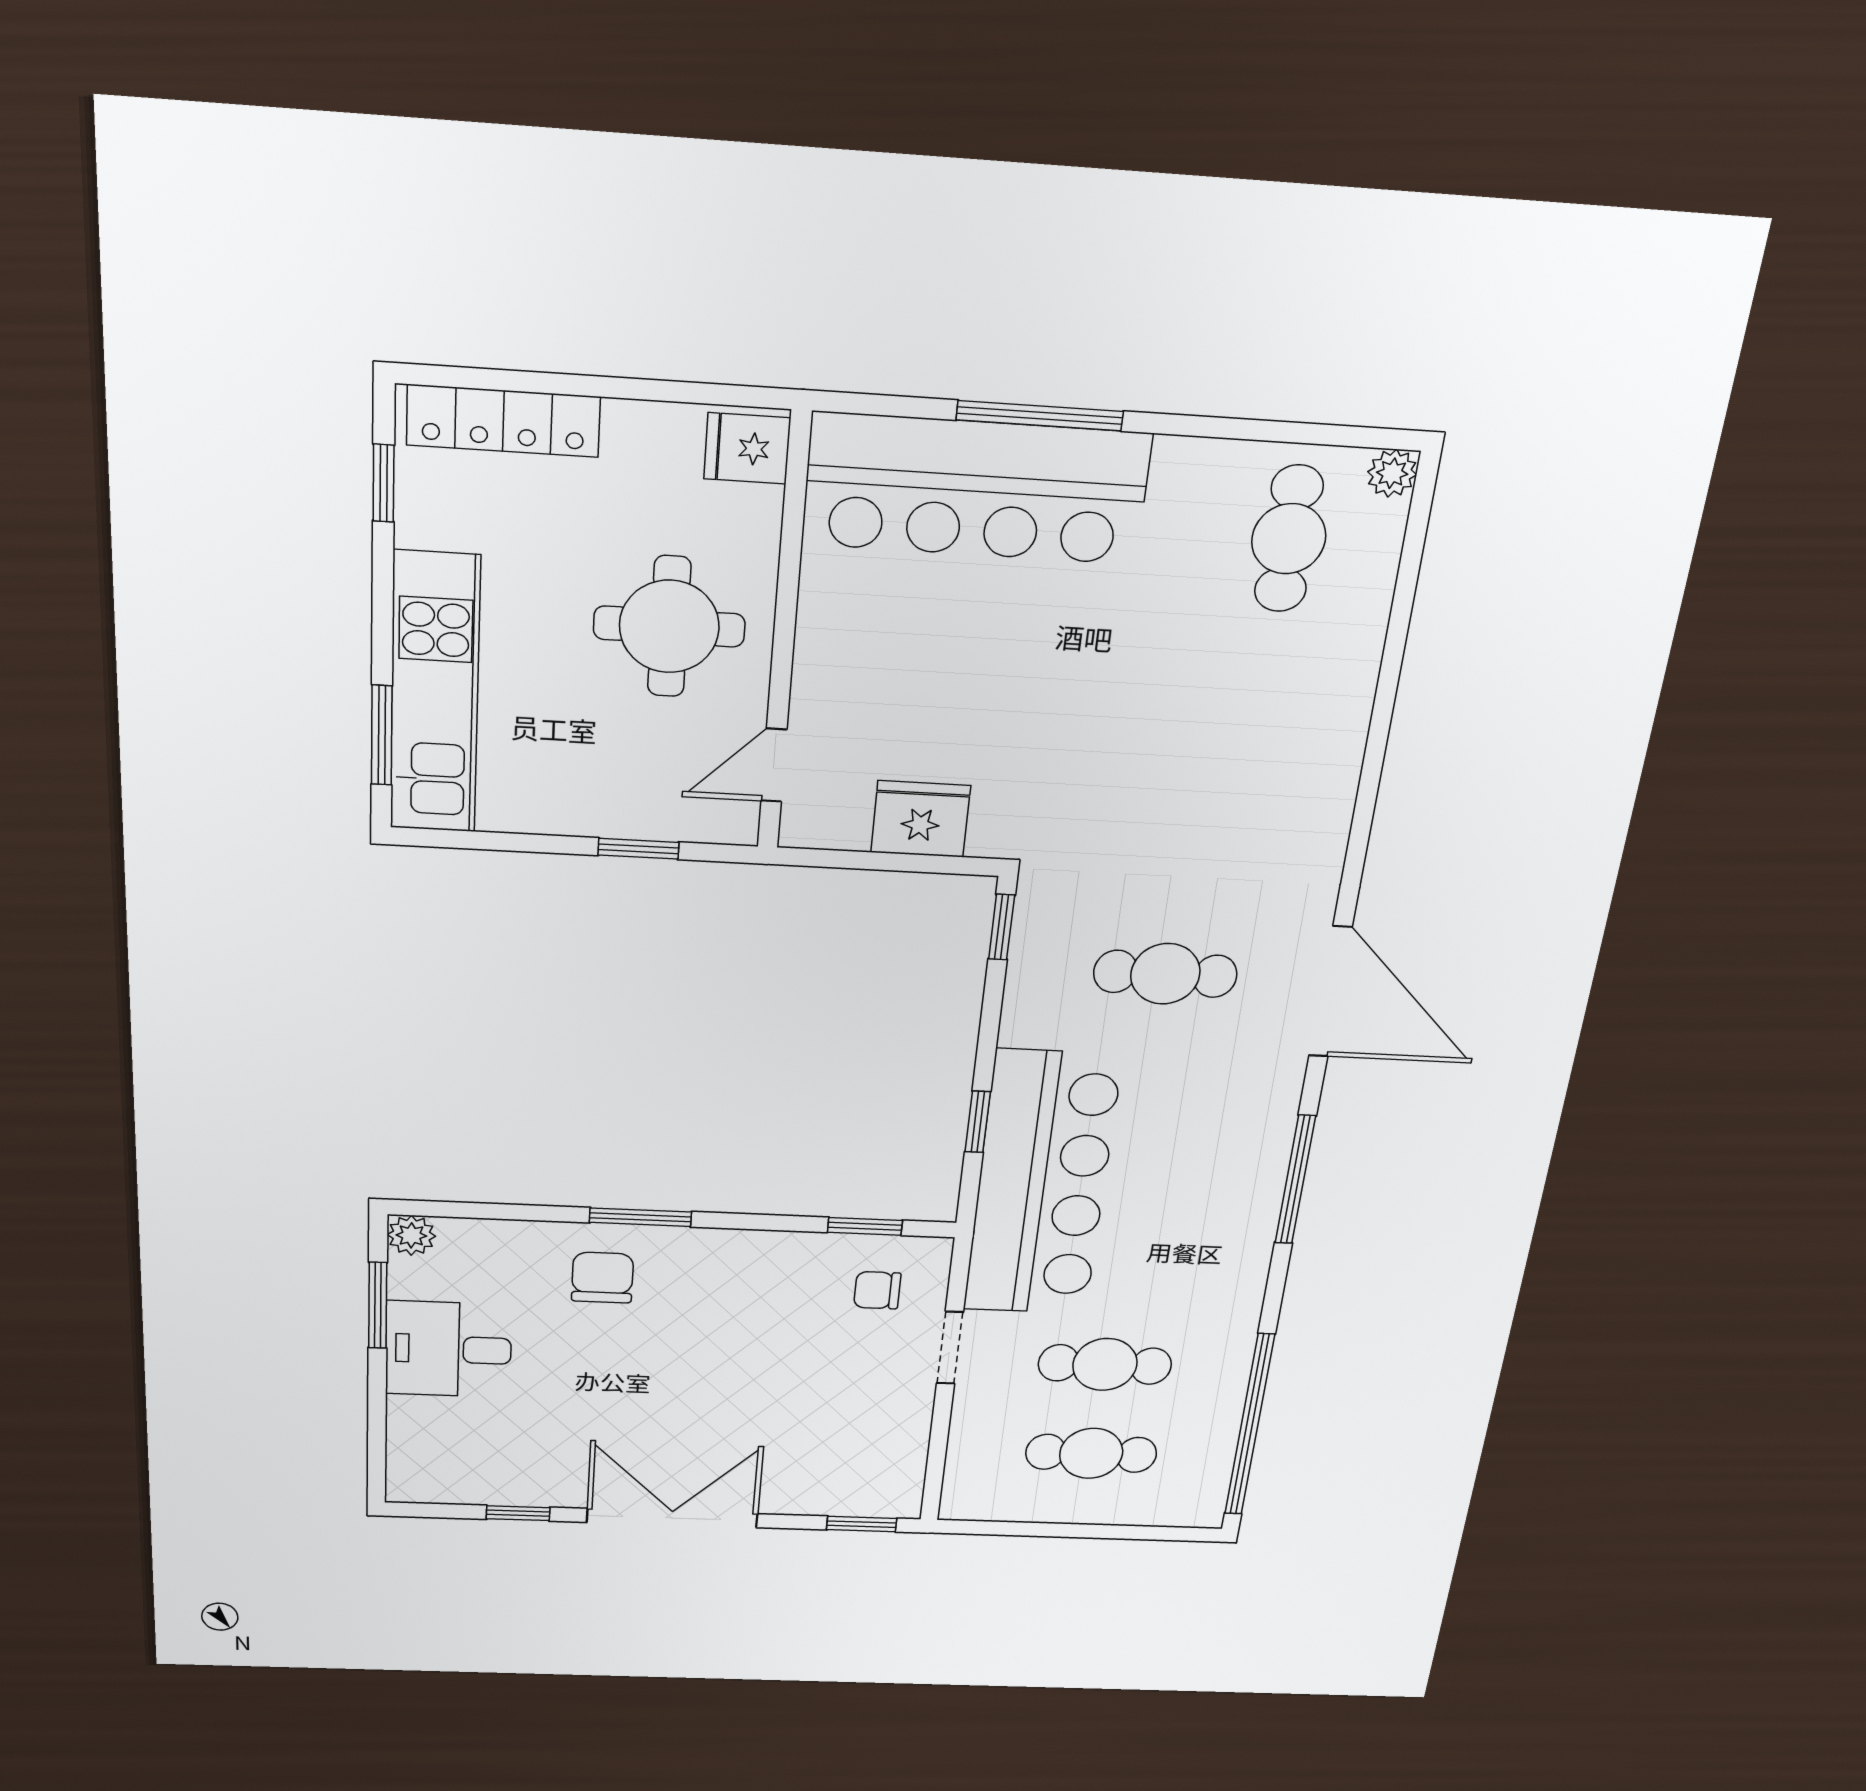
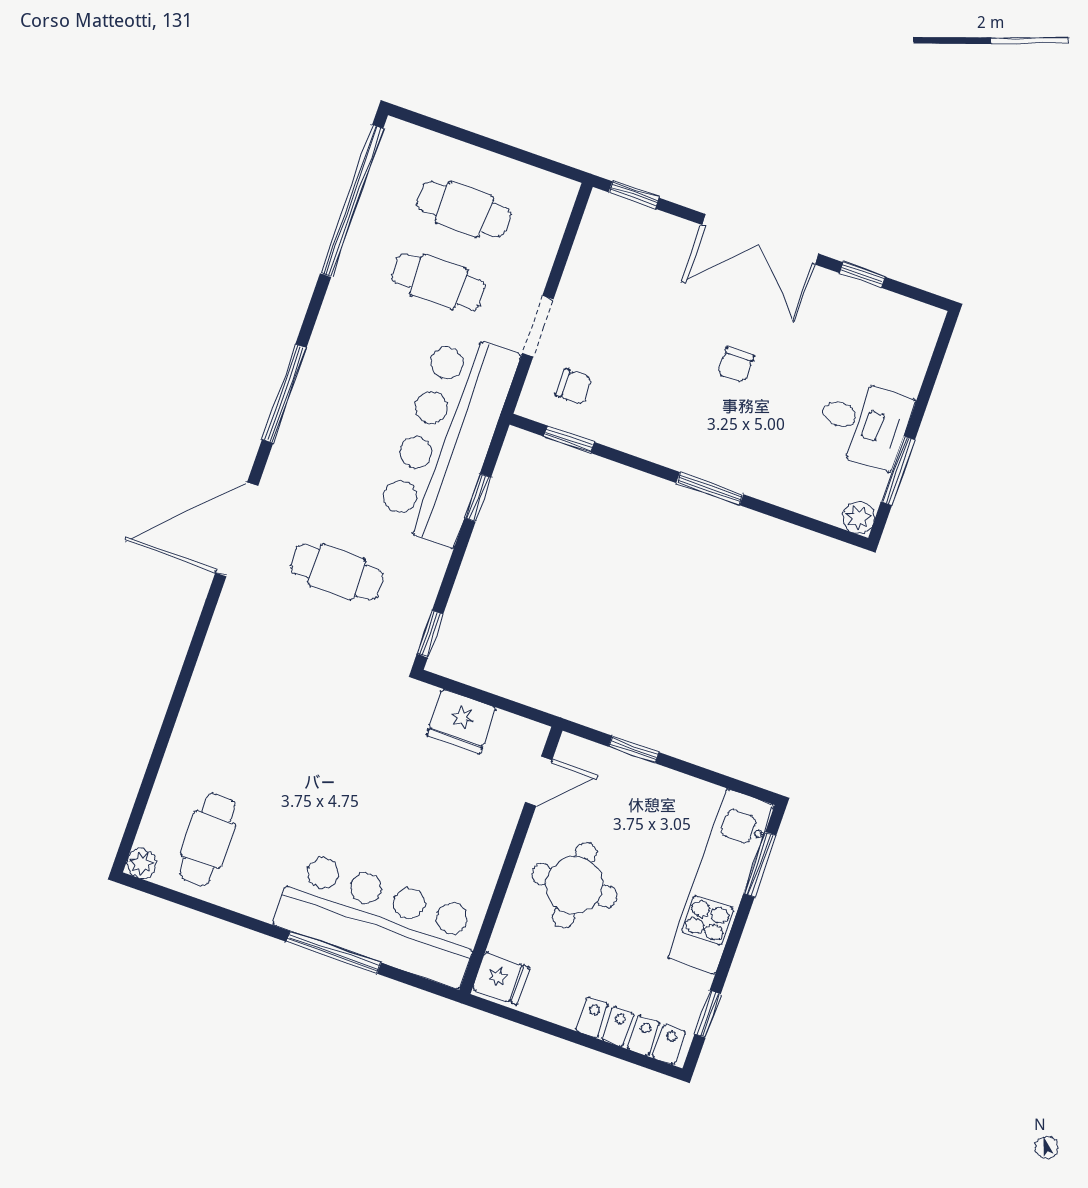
door: (1330, 992) -> (237, 529), hinge flipped
chair: (602, 1278) -> (736, 365), moved, width x0.73, depth x0.73

